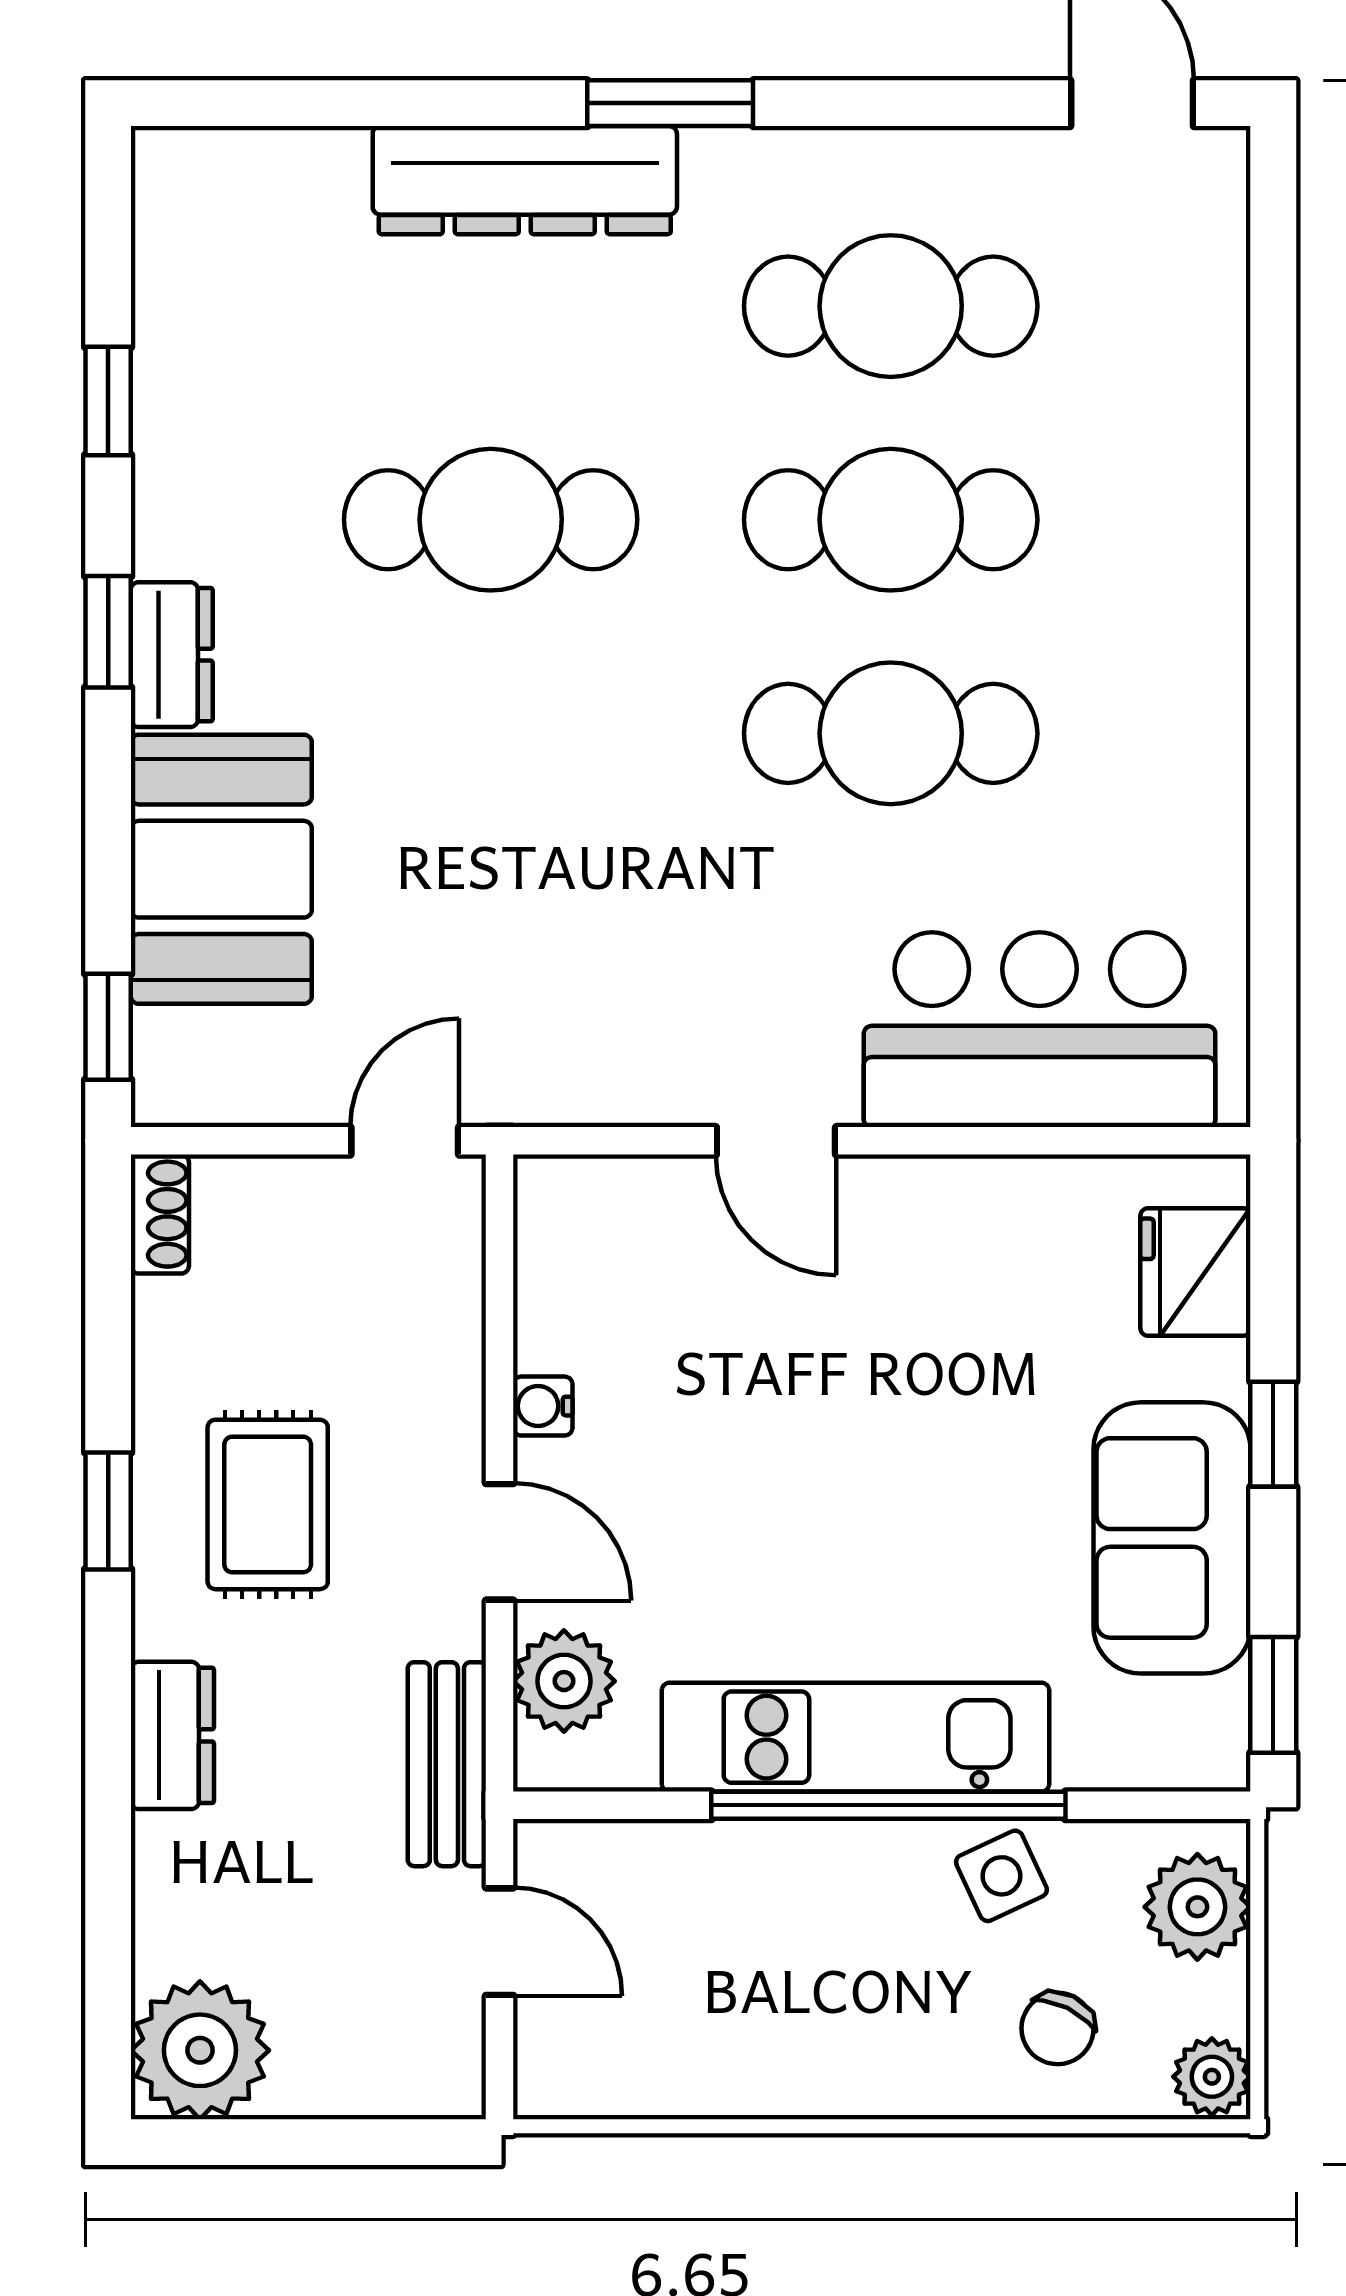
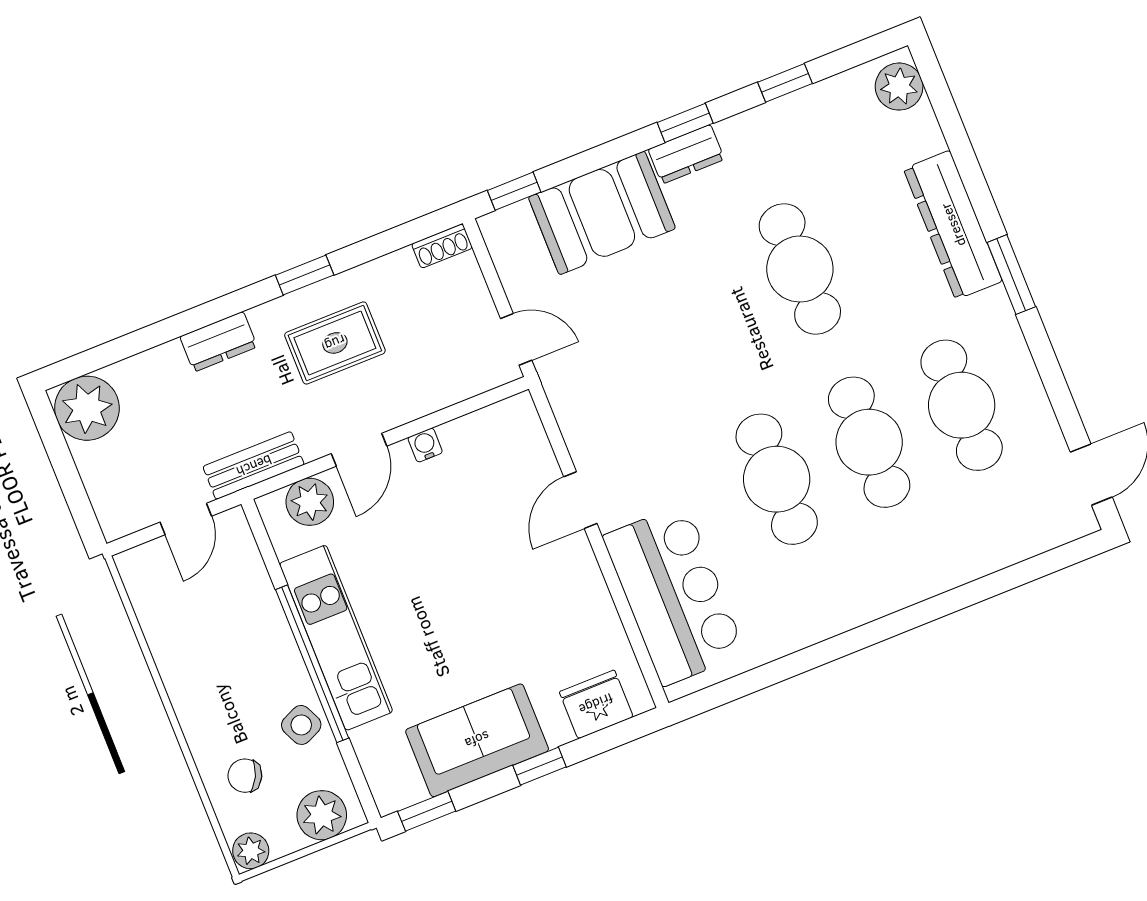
plant: (206, 177) -> (899, 87), added

